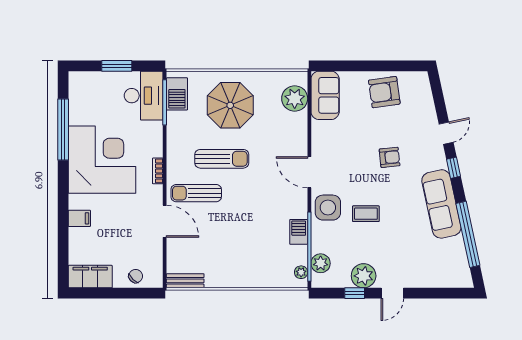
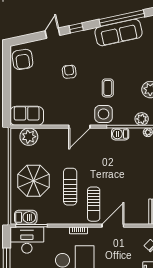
armchair: (384, 92) -> (23, 59), moved
door: (446, 133) -> (53, 33), hinge flipped
sofa: (441, 204) -> (118, 32), moved

